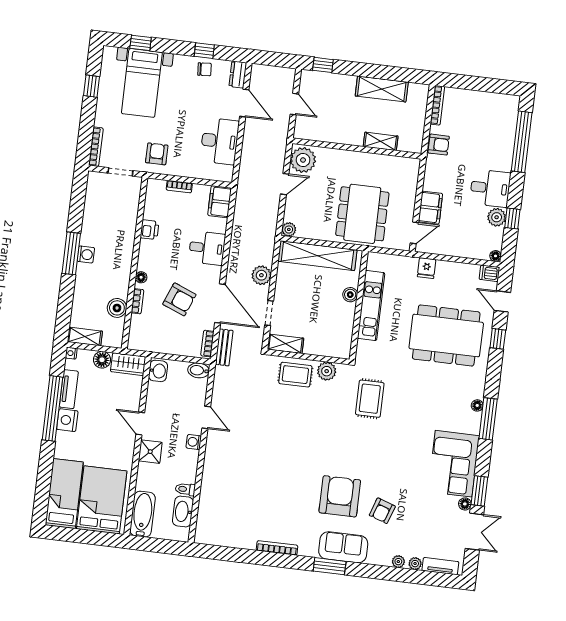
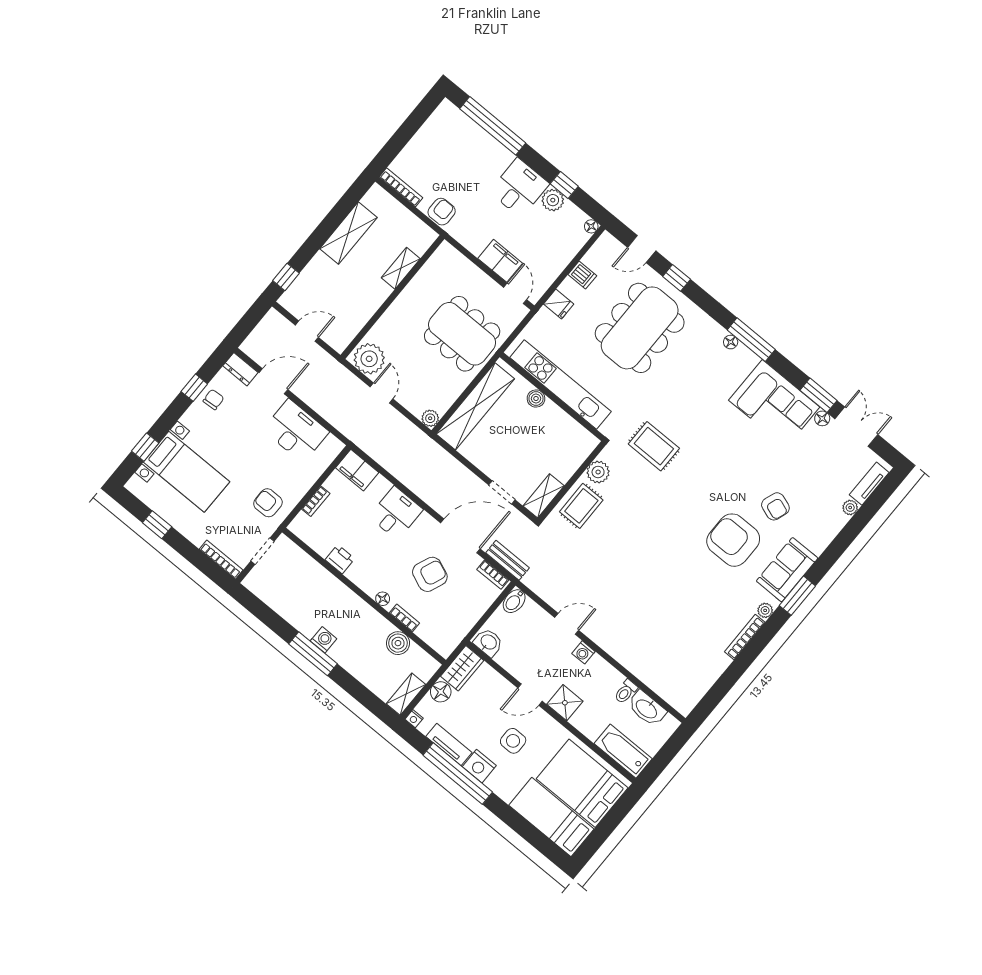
dishwasher: (489, 273) -> (582, 275), moved, turned -90
plant: (261, 275) -> (459, 476), removed
kitchen unit: (371, 305) -> (560, 385), width x1.36
side table: (100, 432) -> (513, 741), added
plant: (398, 562) -> (765, 610), moved

